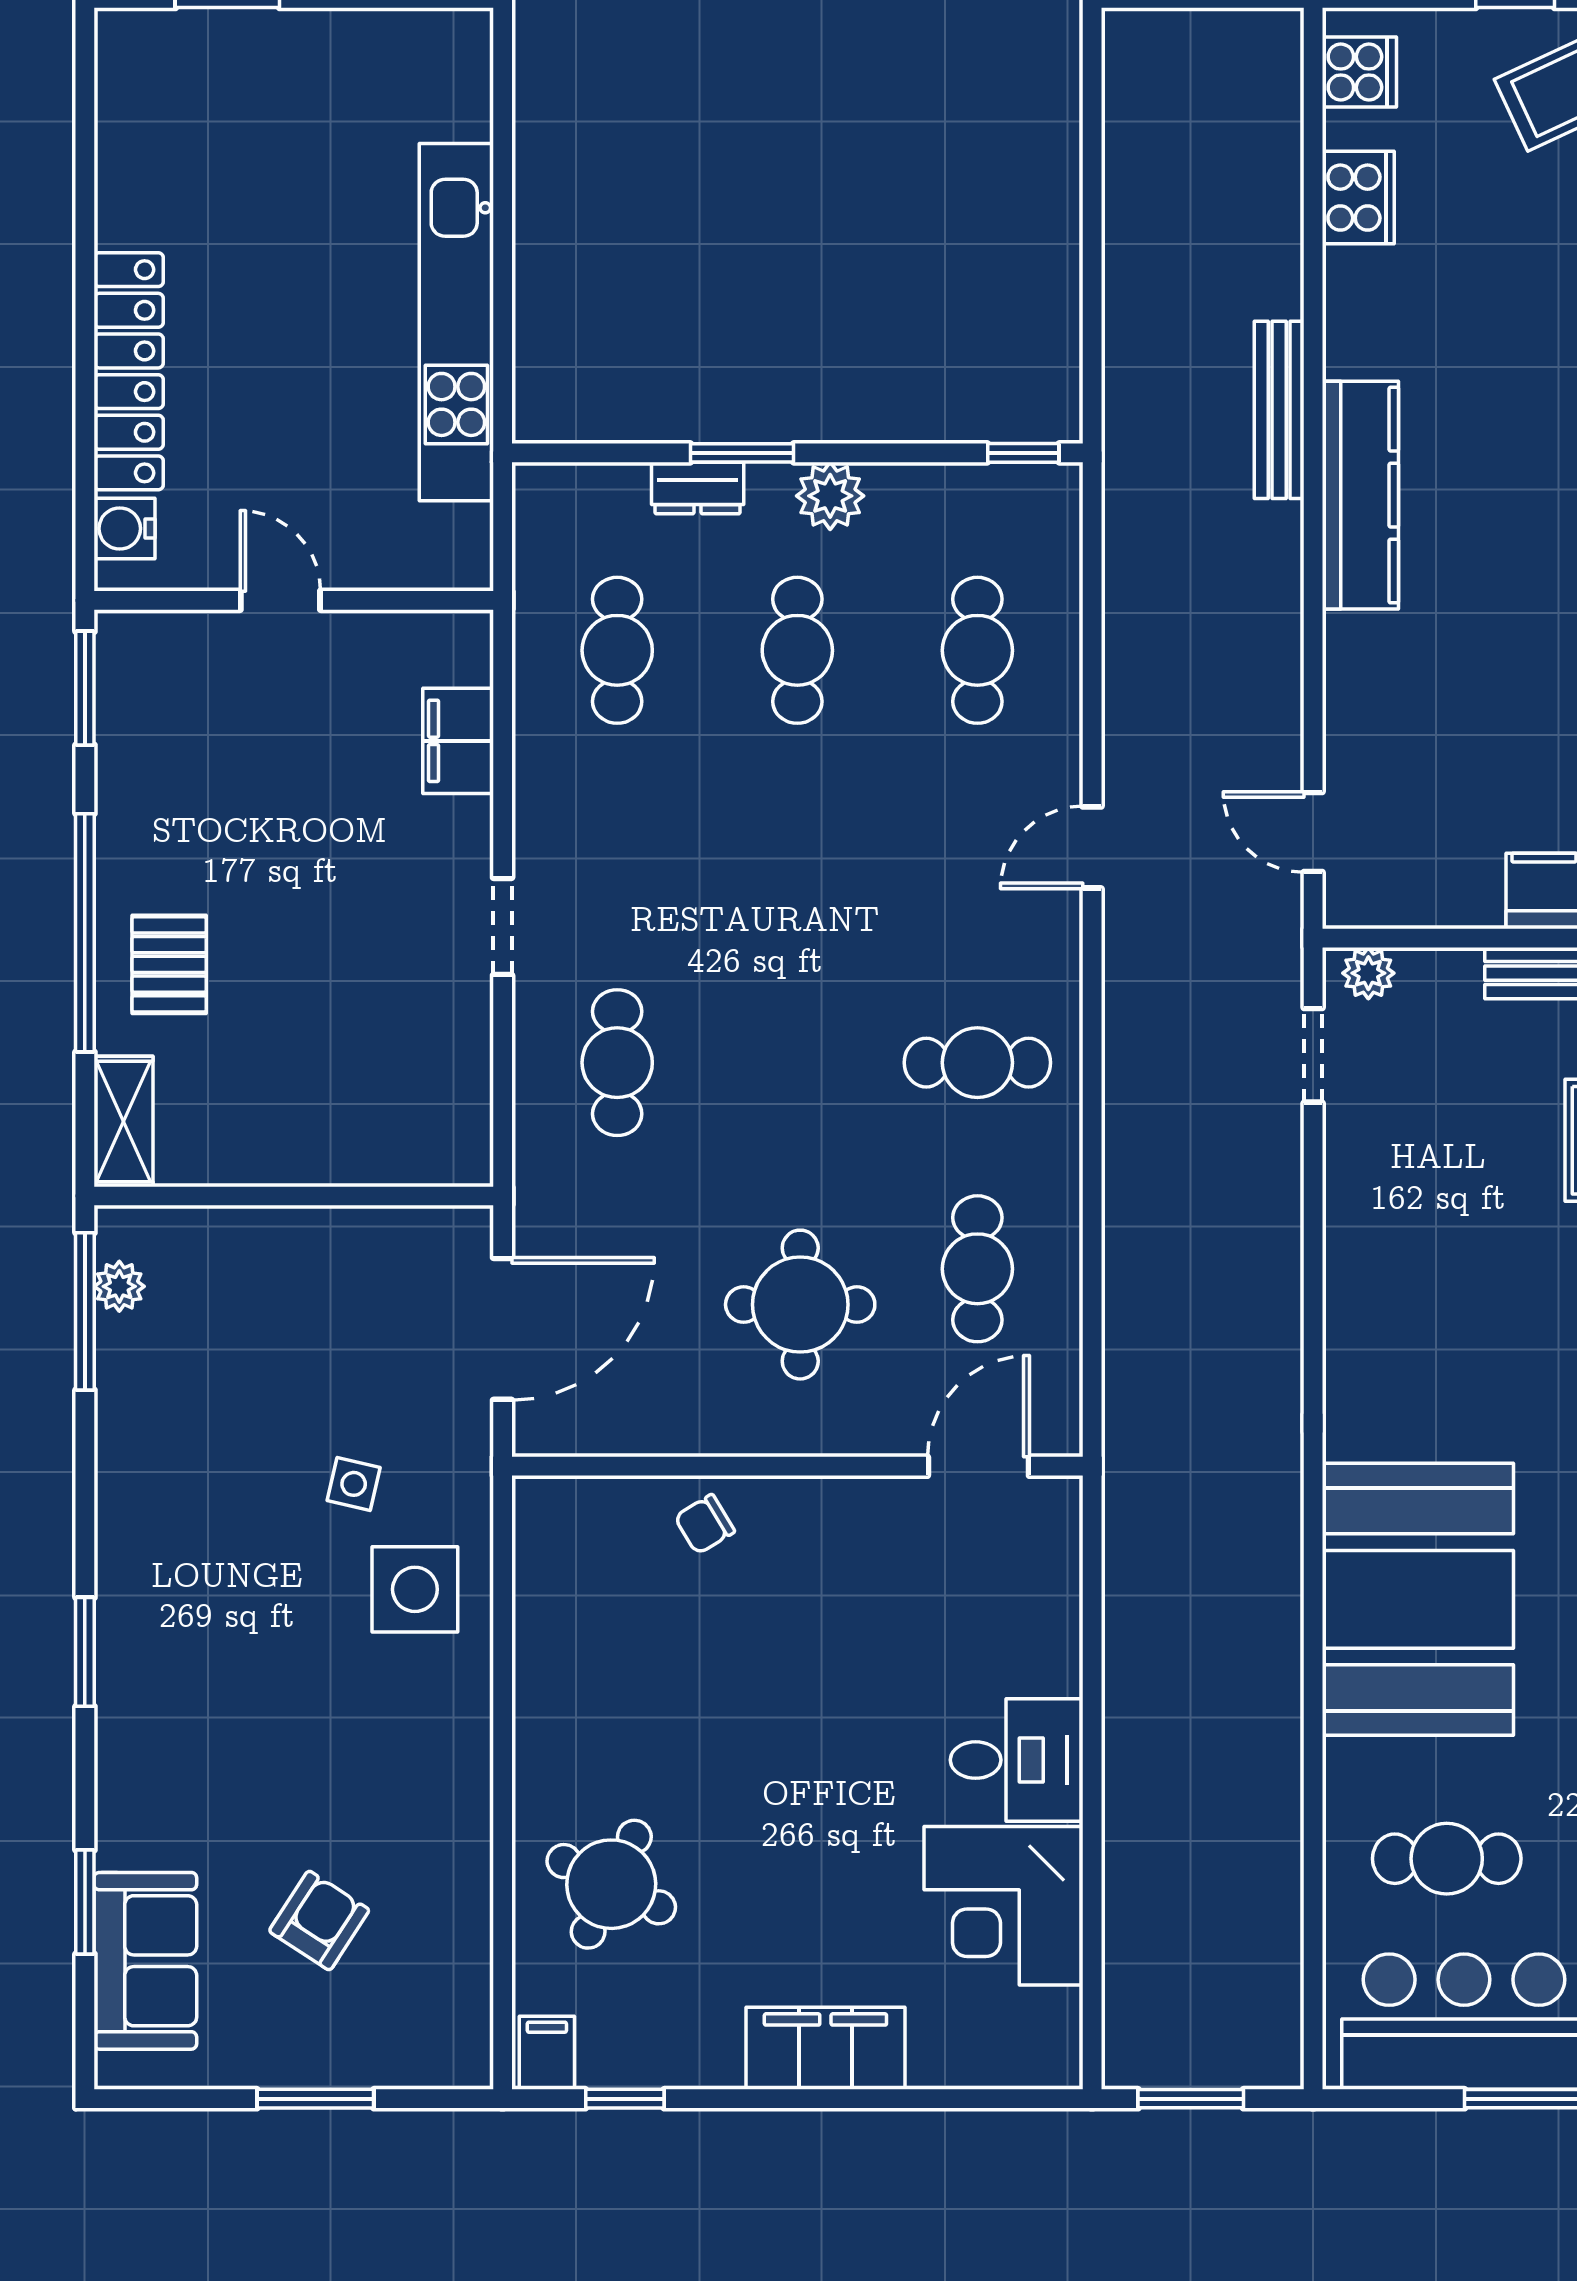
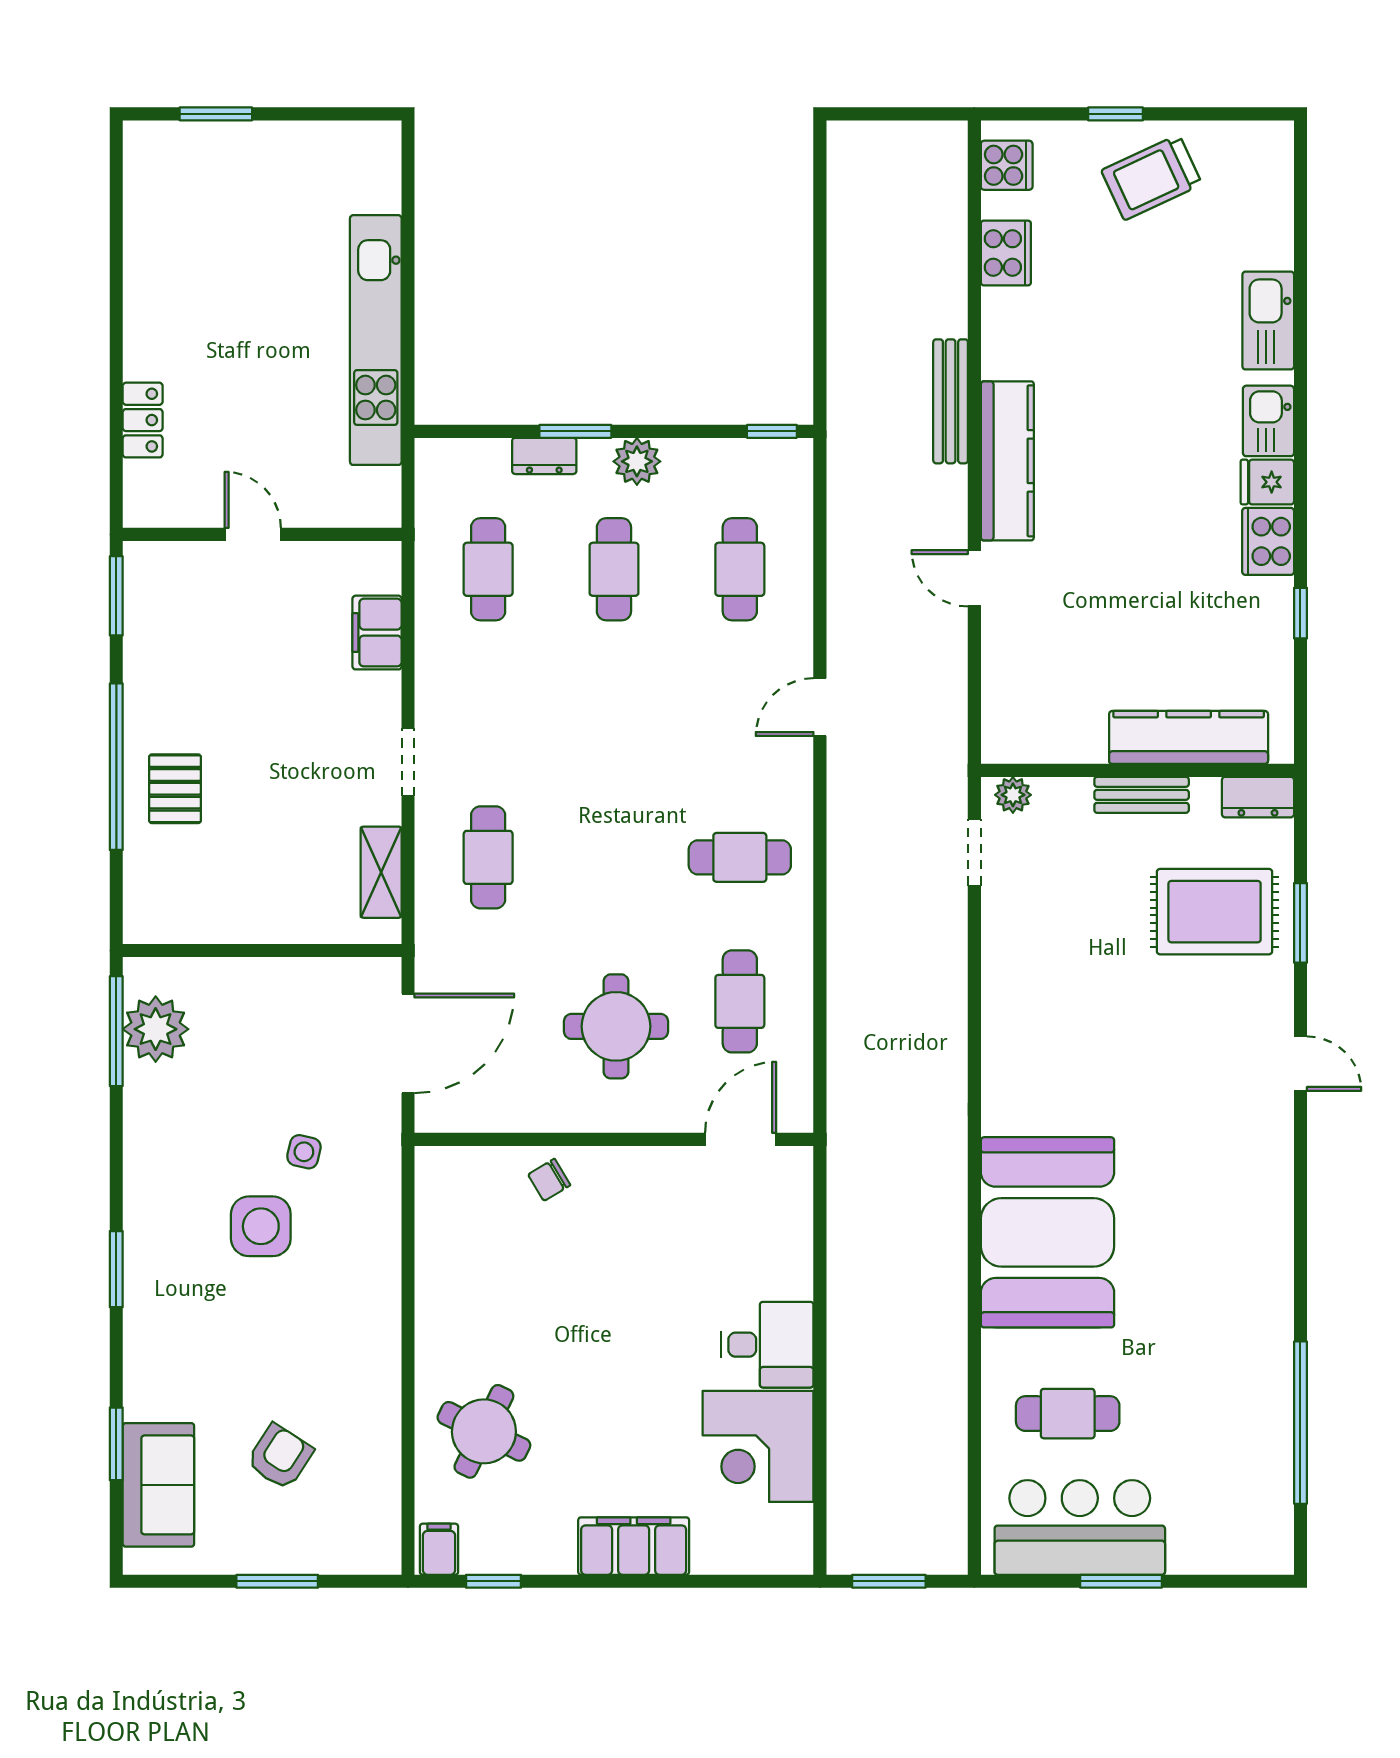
locker: (129, 371) -> (143, 420), width x0.46, depth x0.83
water cooler: (125, 529) -> (144, 484), removed
door: (1313, 832) -> (974, 578), moved
shelving: (124, 1121) -> (381, 872), moved
plant: (119, 1286) -> (156, 1029), width x1.88, depth x1.88
side table: (415, 1589) -> (261, 1226), moved

